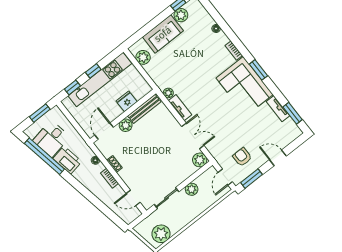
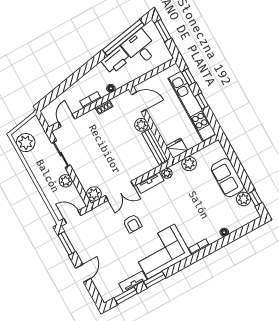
plant: (143, 57) -> (189, 164), moved
window: (258, 70) -> (155, 280), moved
fridge: (127, 101) -> (177, 148), moved, turned -90
window: (40, 113) -> (163, 31), moved
armchair: (242, 157) -> (132, 224), moved, turned 90

